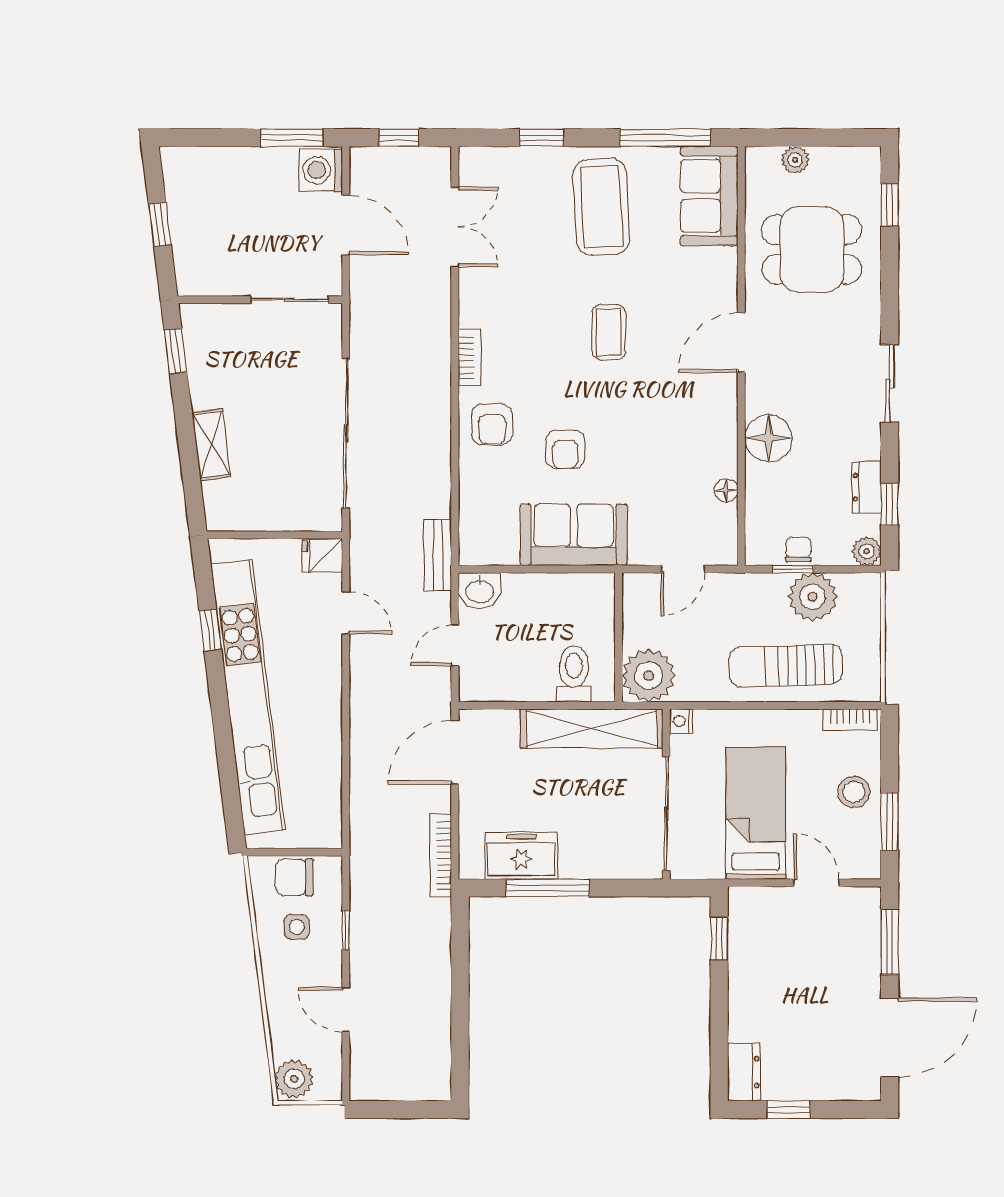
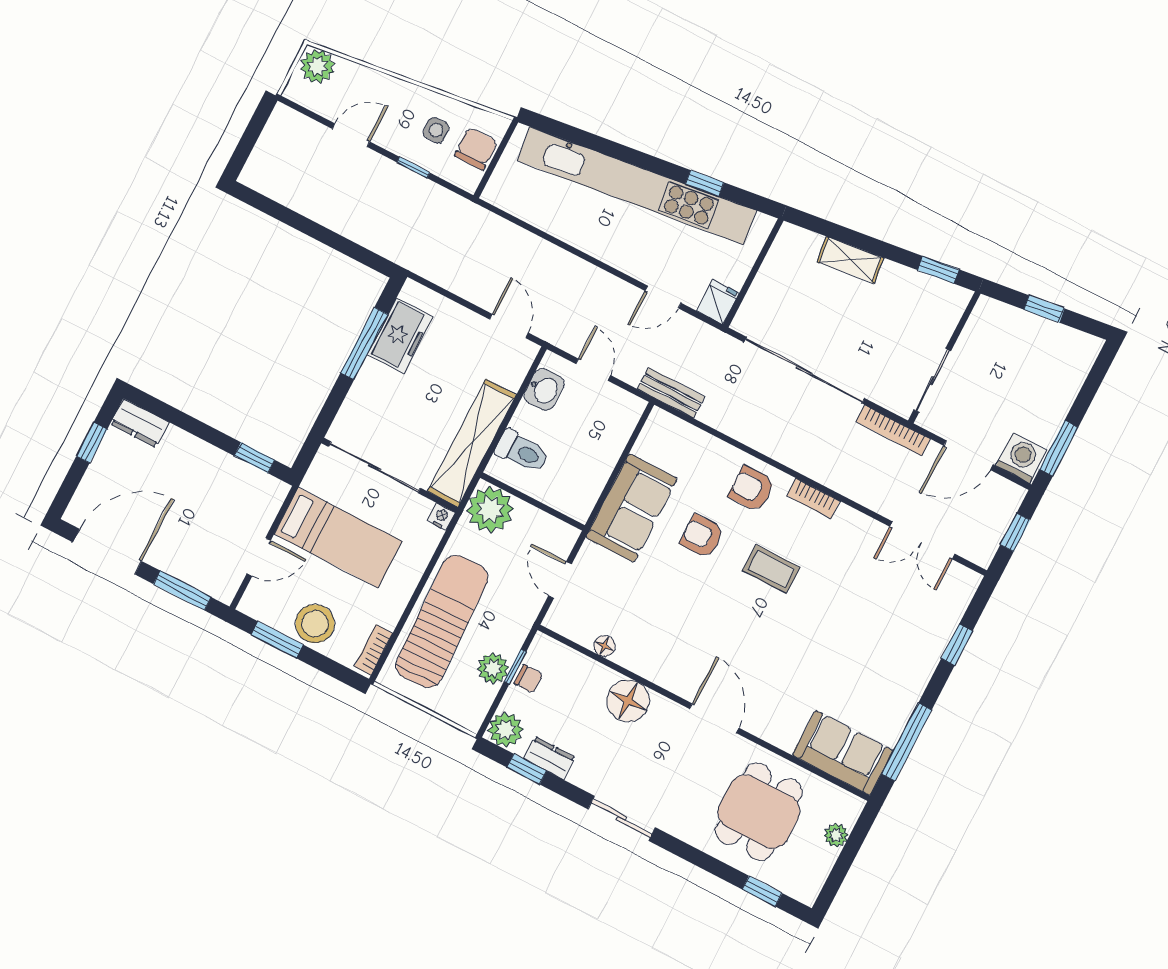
coffee table: (601, 207) -> (878, 664), removed
coffee table: (609, 332) -> (771, 569), moved
plant: (867, 551) -> (506, 730), width x1.38, depth x1.38
washbasin: (480, 591) -> (544, 389), moved, turned 180
plant: (813, 597) -> (493, 668), width x0.73, depth x0.73
sun lounger: (786, 666) -> (442, 621), width x1.36, depth x1.34
door: (455, 752) -> (509, 326), width x0.73
stool: (854, 792) -> (315, 624), width x1.38, depth x1.38
bookcase: (441, 856) -> (893, 430), moved, turned 180
door: (890, 1037) -> (107, 552), swing flipped

